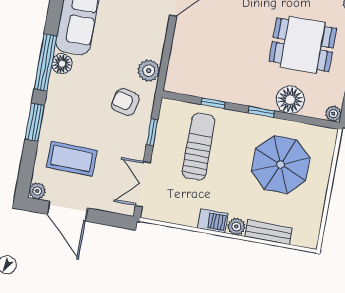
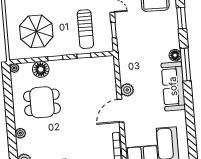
window: (46, 62) -> (185, 65), moved
plant: (149, 71) -> (127, 90), moved
armchair: (125, 102) -> (133, 43), removed

